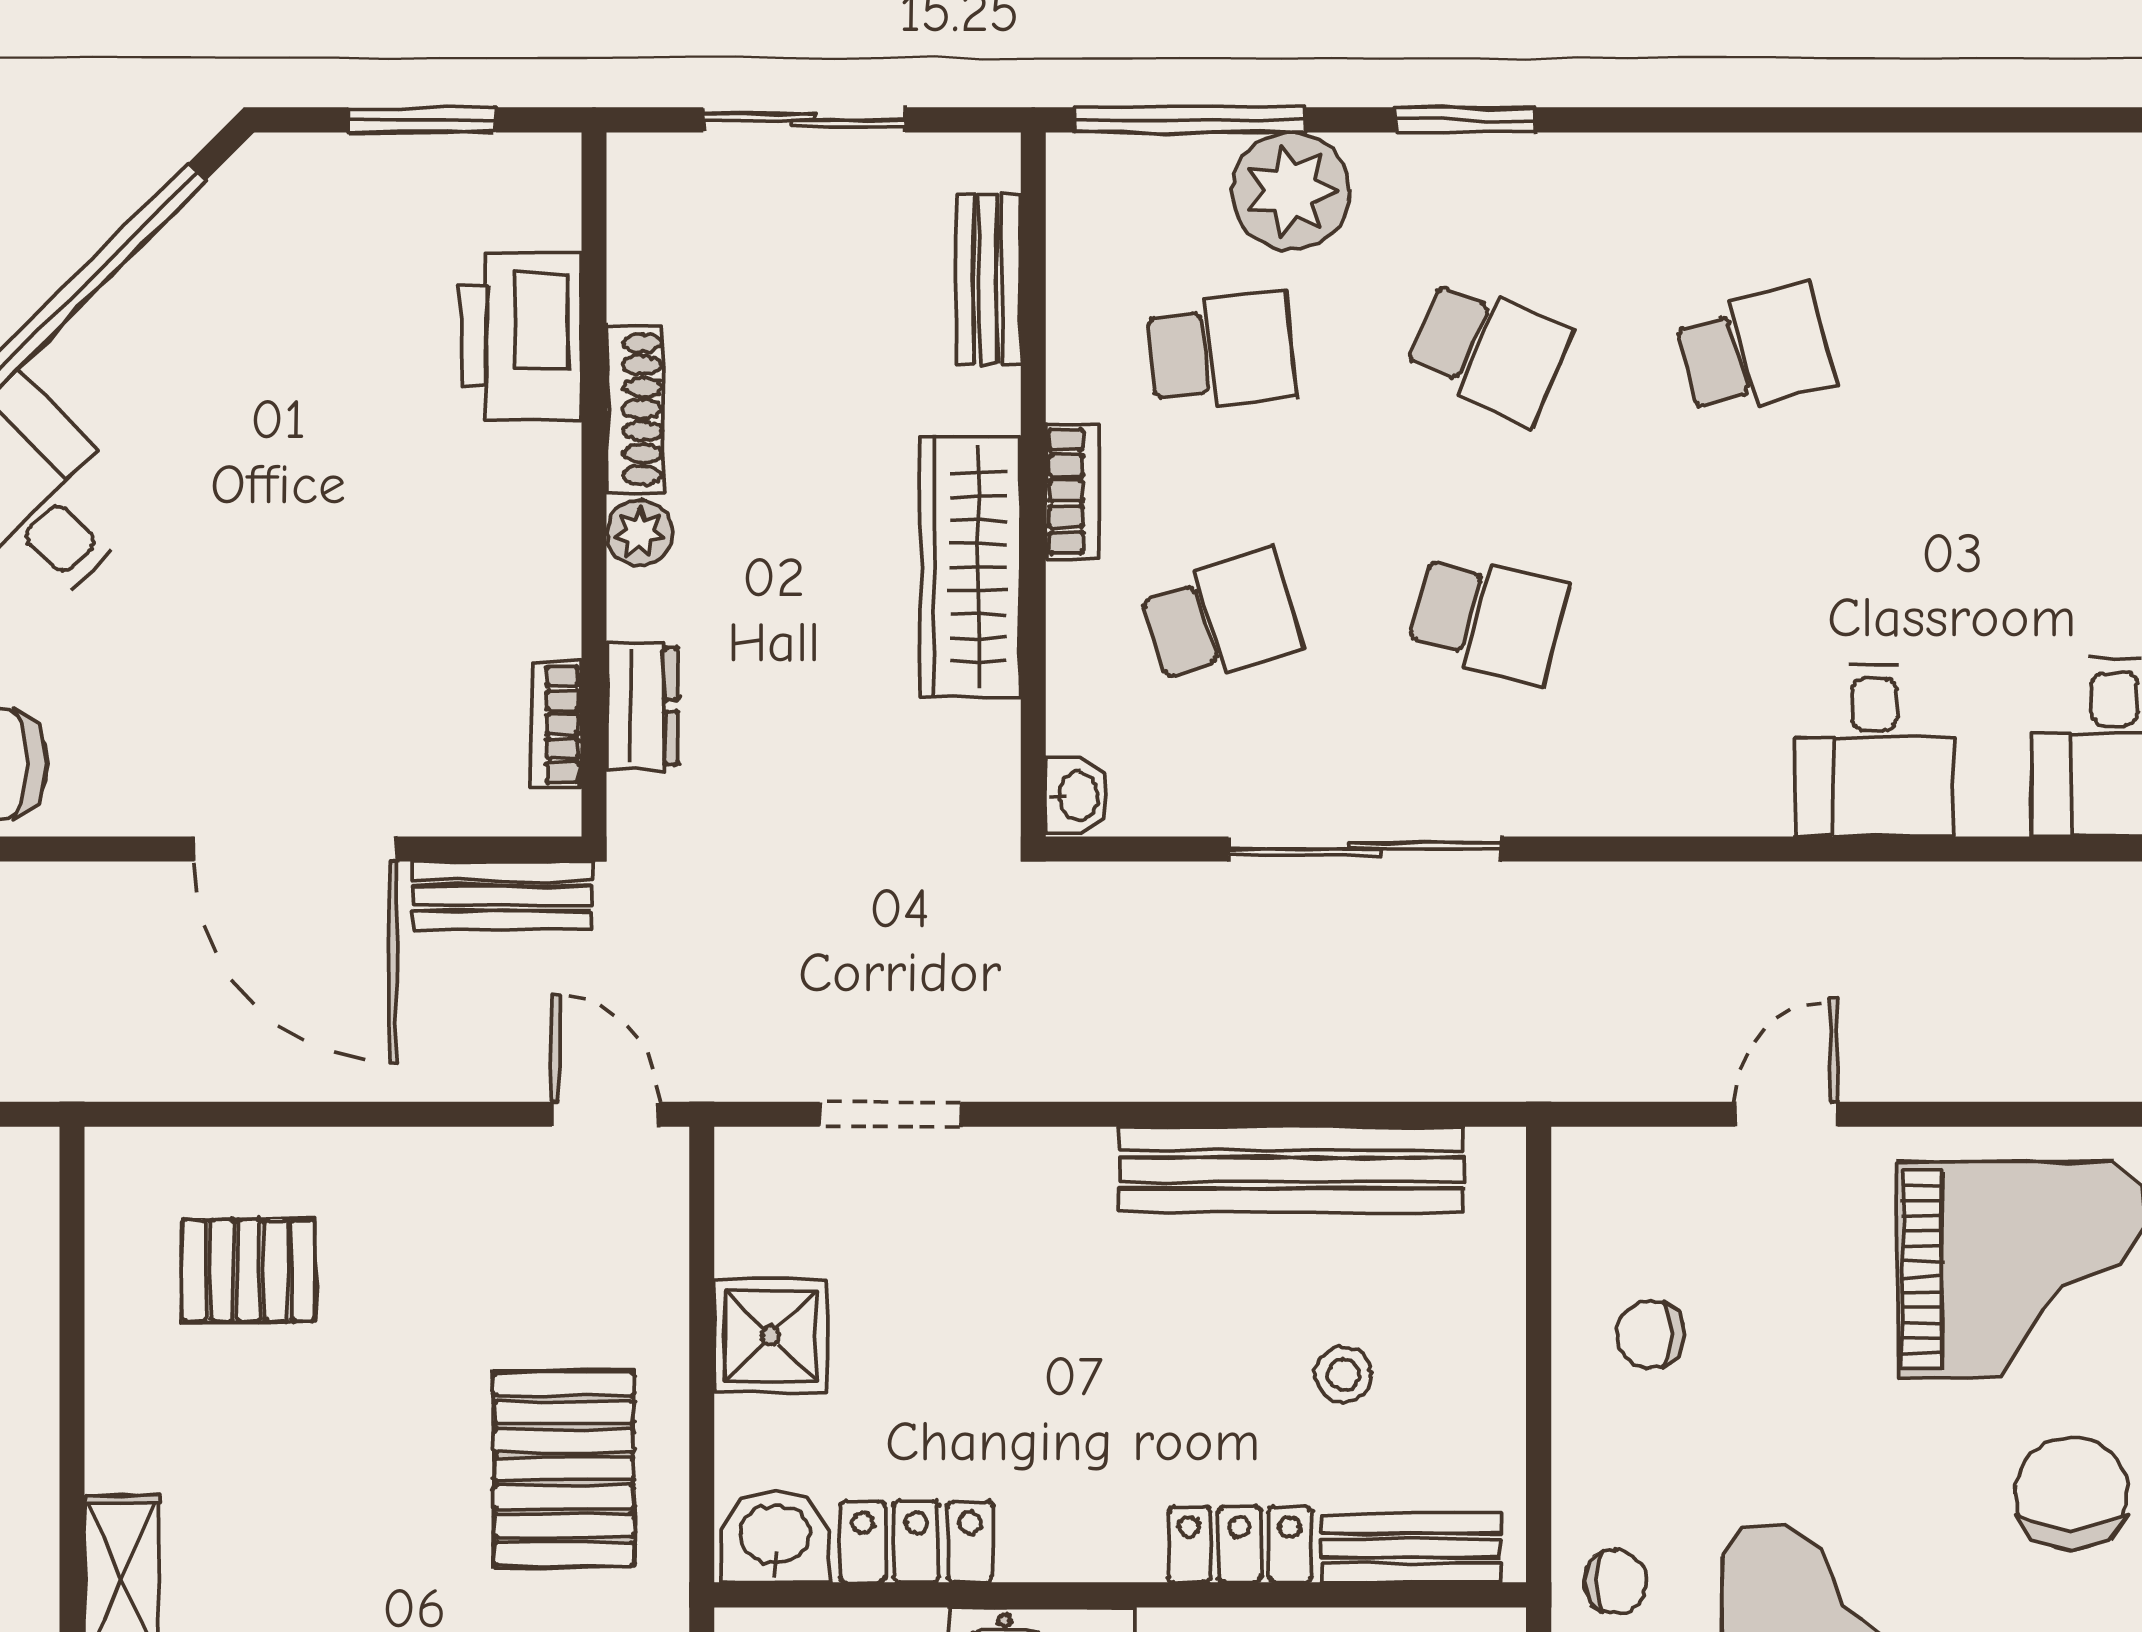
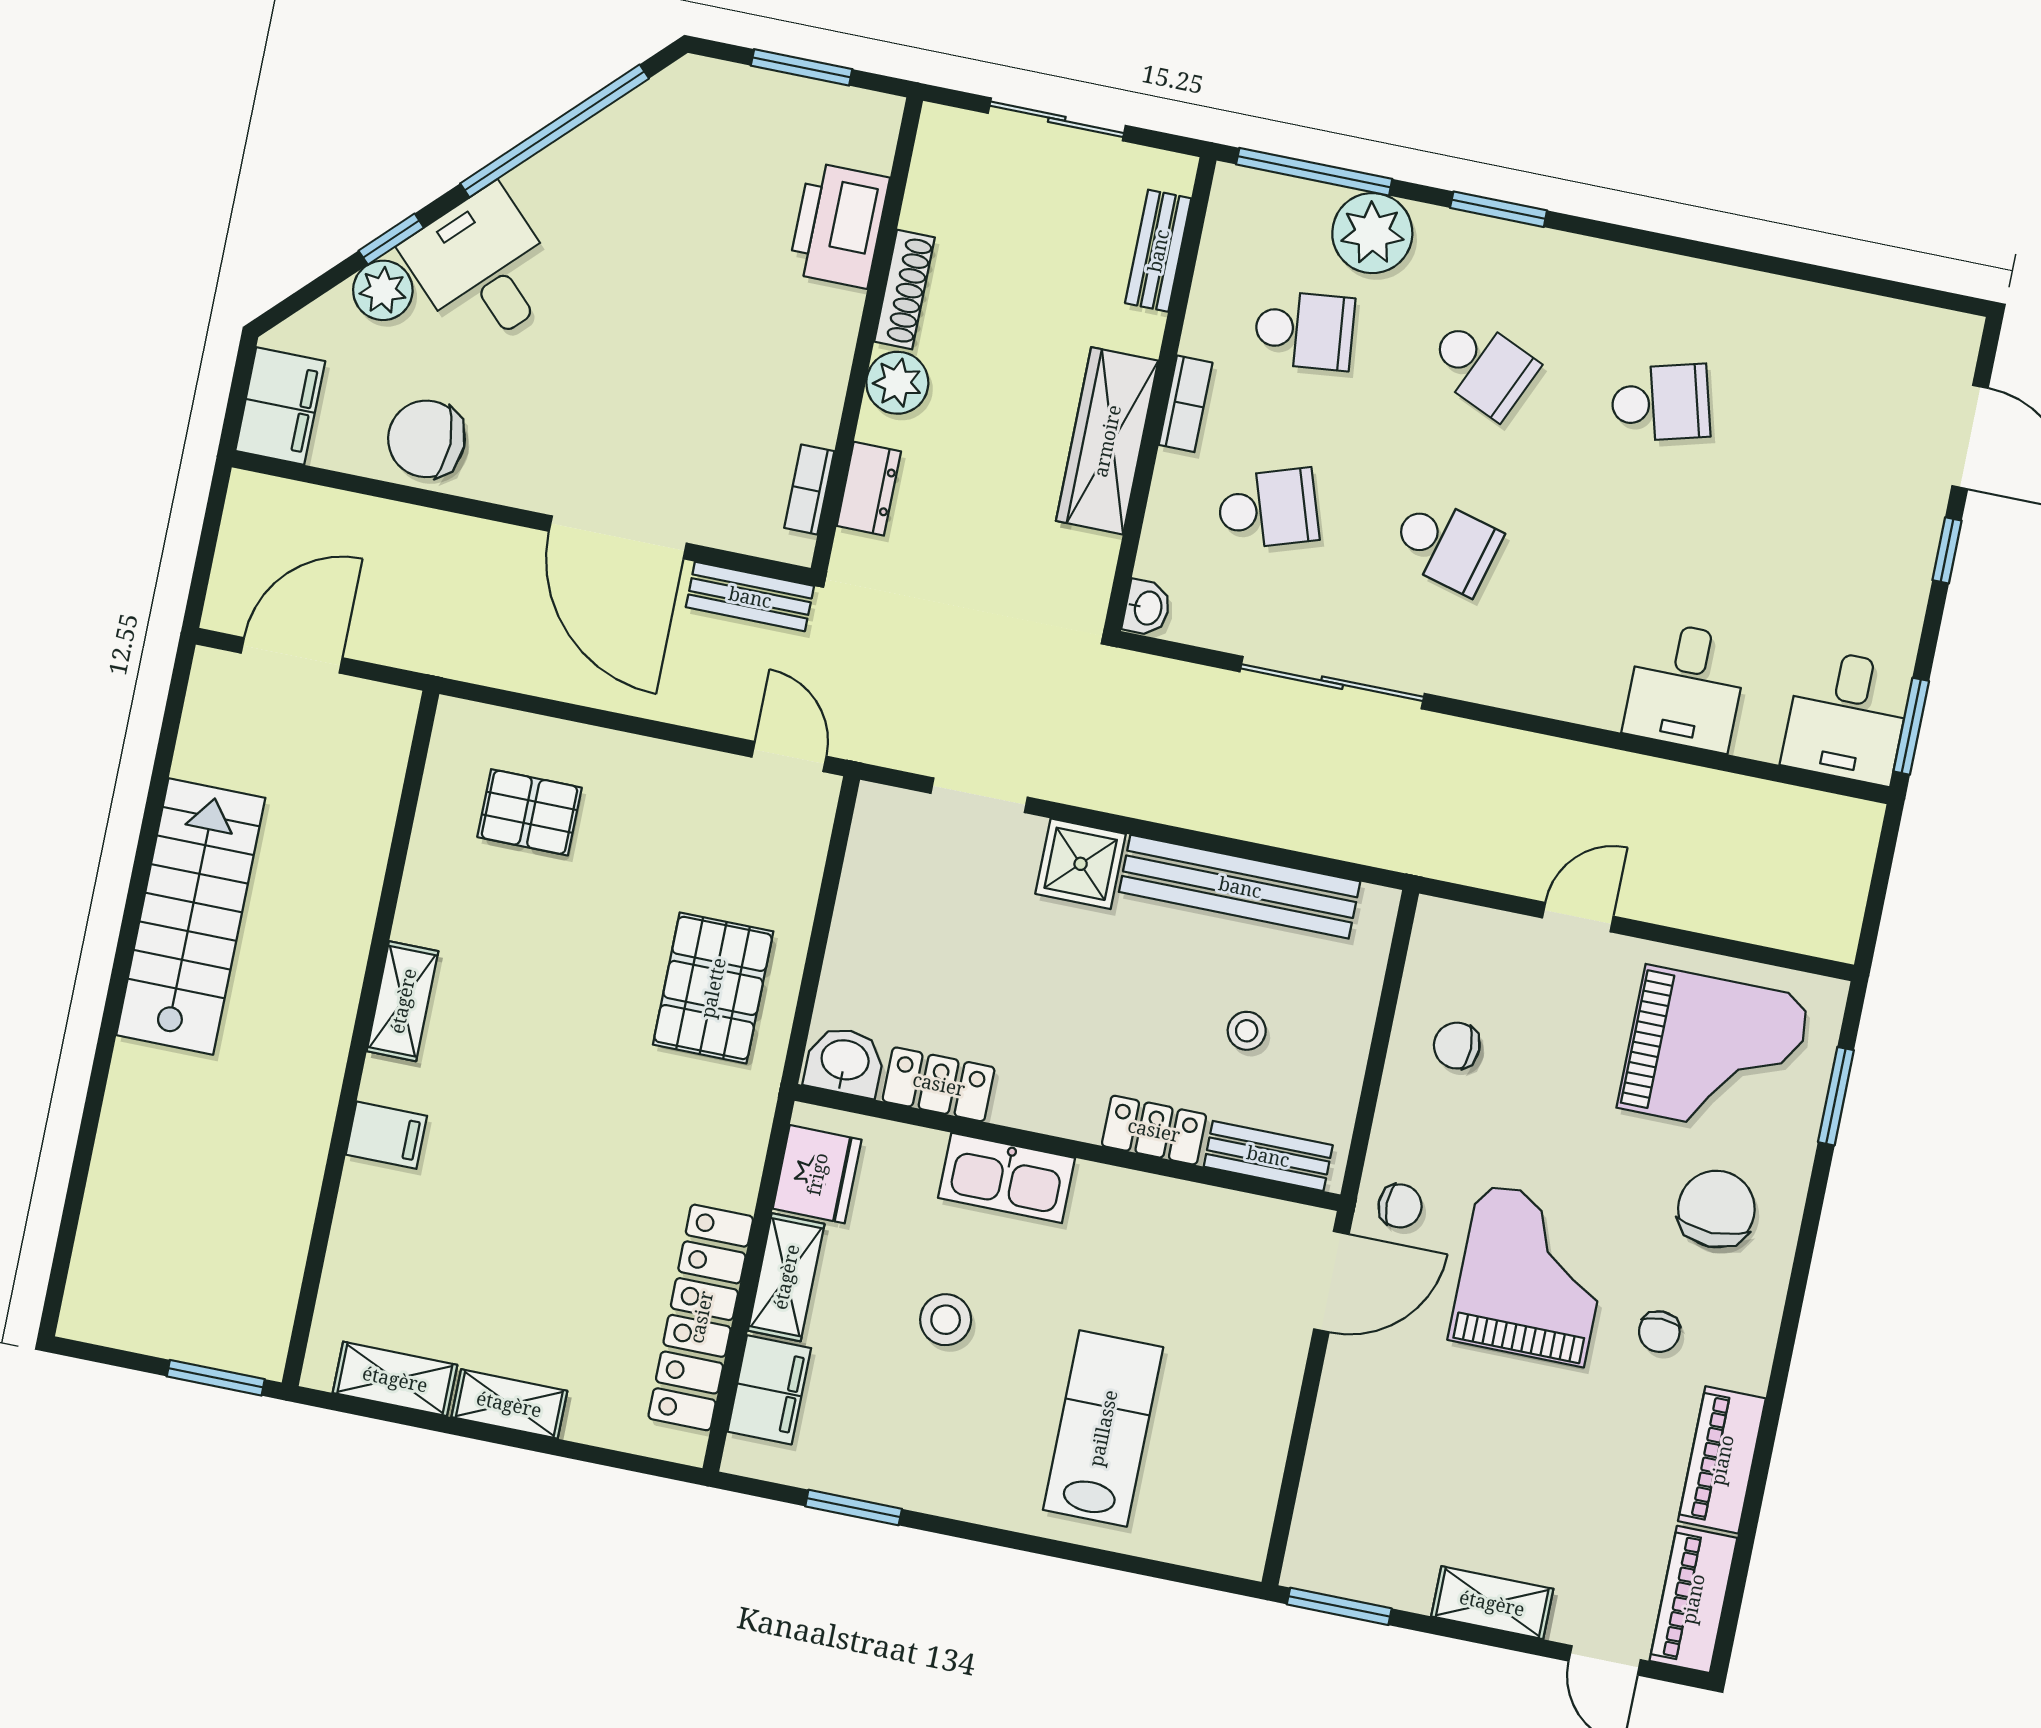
plant: (640, 533) -> (897, 383), width x1.38, depth x1.38
shower: (771, 1336) -> (1081, 864), moved

